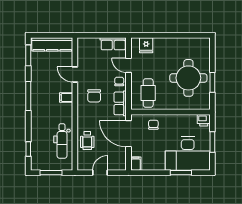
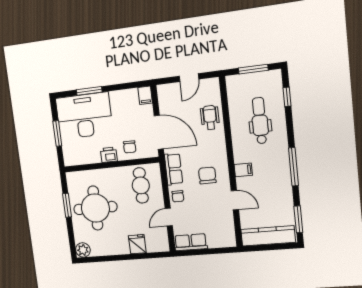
plant: (204, 44) -> (83, 250), added
fridge: (146, 45) -> (137, 244), moved
door: (129, 65) -> (169, 217), swing flipped
printer: (204, 120) -> (109, 155), moved
dental chair: (62, 141) -> (260, 121), moved

